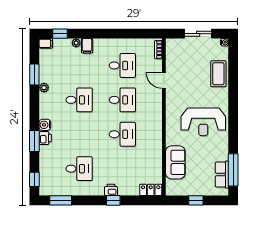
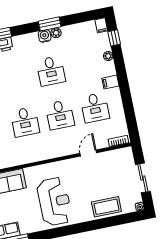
filing cabinet: (87, 46) -> (110, 82), moved
window: (34, 74) -> (50, 24), moved
reception desk: (203, 122) -> (54, 202), turned 180
water cooler: (45, 125) -> (45, 36), moved

